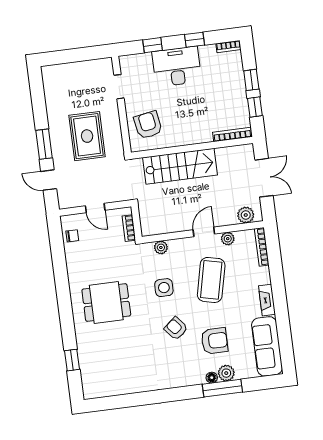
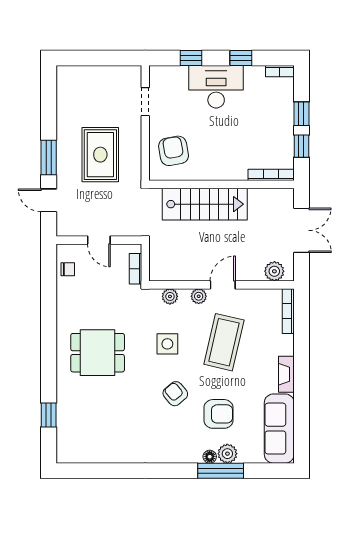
plant: (228, 239) -> (199, 296), moved

